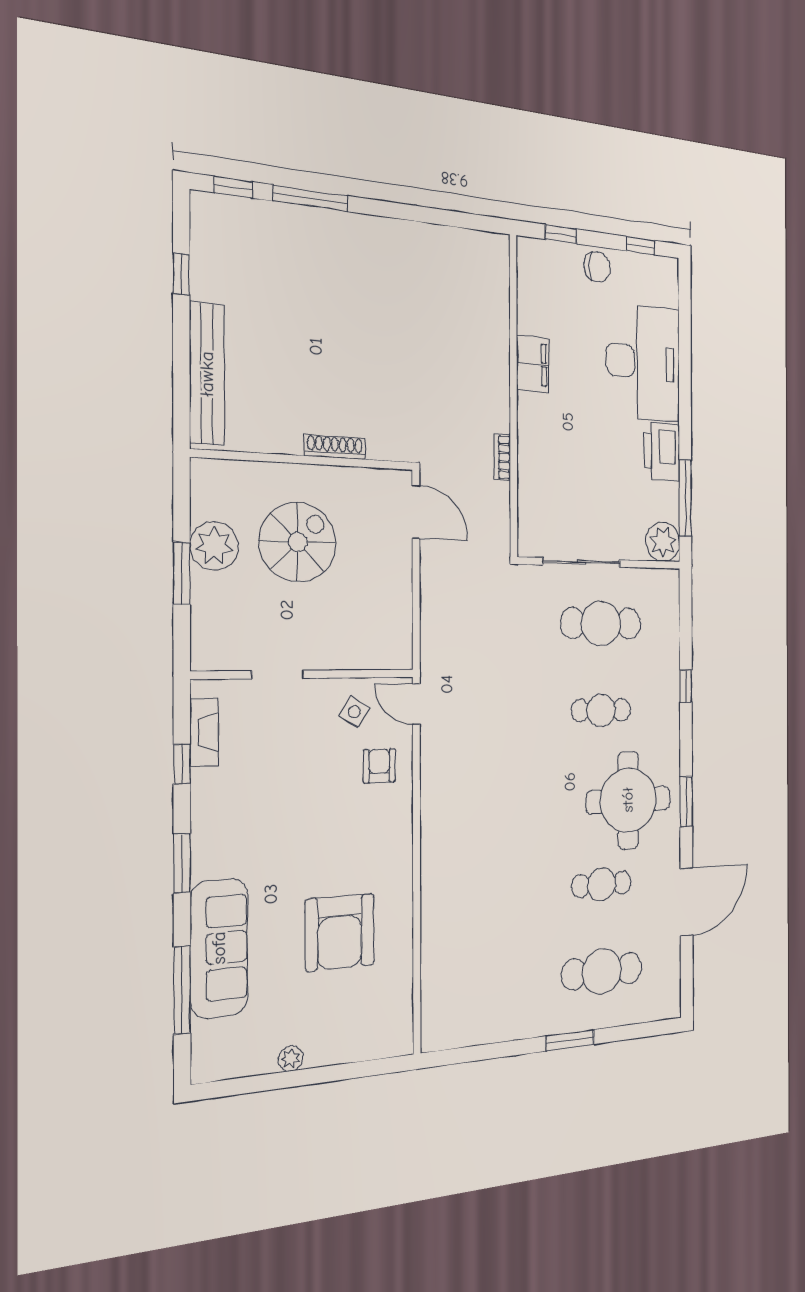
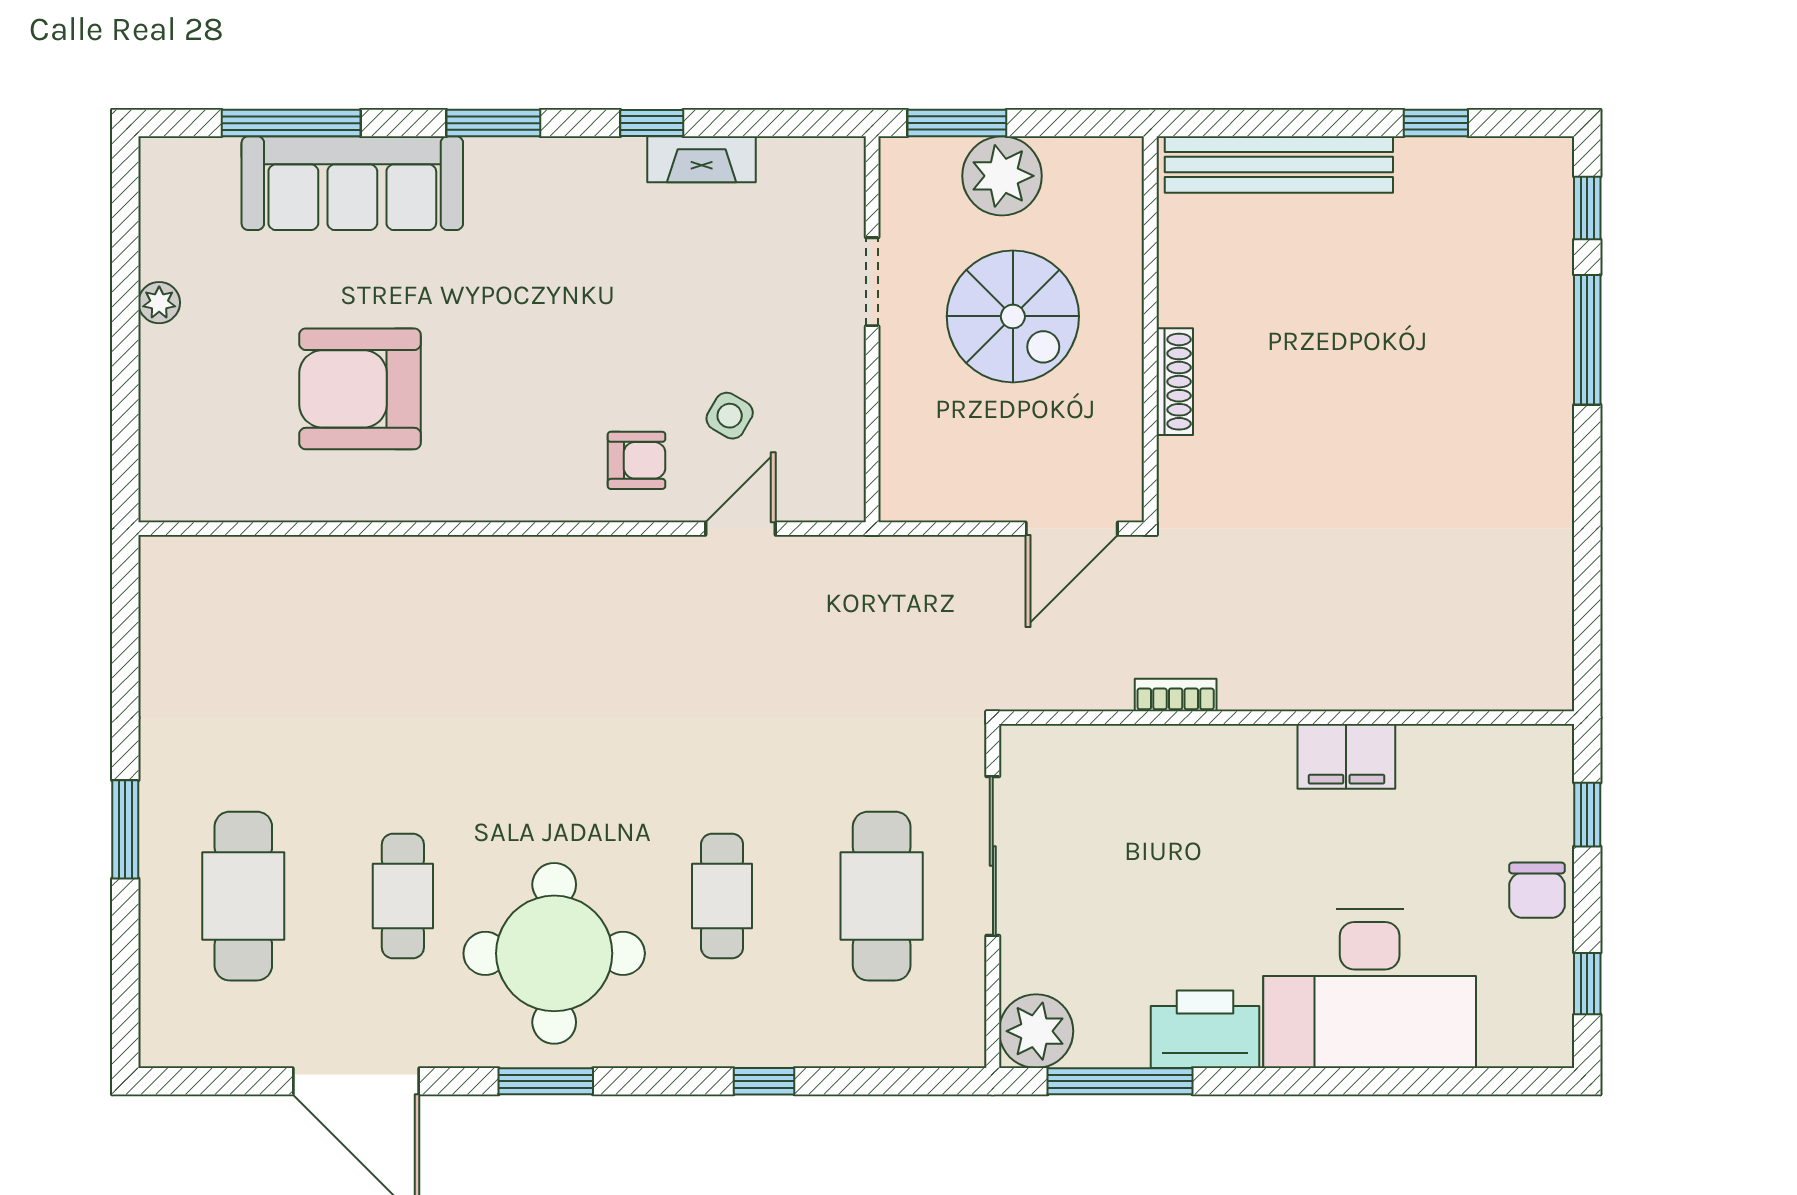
wall: (305, 674) -> (872, 329), moved
doorway: (278, 675) -> (872, 282), moved

